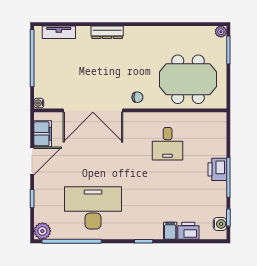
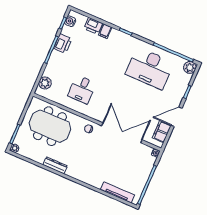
tv unit: (59, 32) -> (118, 192), width x1.41
dresser: (107, 32) -> (55, 165), moved
plant: (218, 132) -> (45, 83), added
desk: (168, 144) -> (82, 89), turned 180
printer: (217, 169) -> (63, 44), moved

